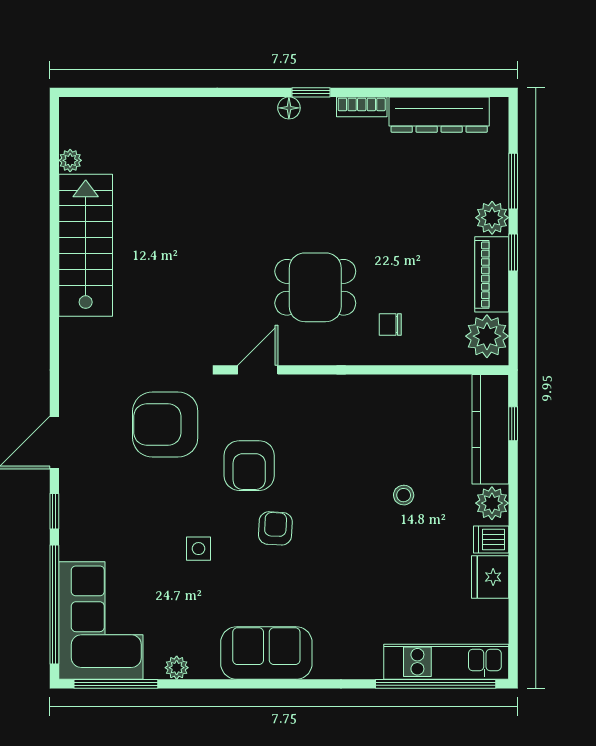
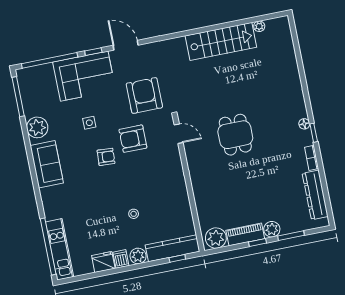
dining table: (315, 287) -> (235, 135), moved
chair: (390, 325) -> (212, 192), removed
corner sofa: (101, 621) -> (84, 76), moved
plant: (177, 668) -> (37, 127), width x1.88, depth x1.88

